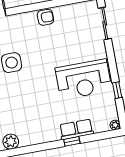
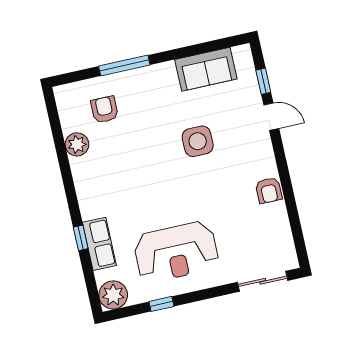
reception desk: (83, 79) -> (176, 252), turned -90
plant: (115, 125) -> (113, 295), width x1.88, depth x1.88

